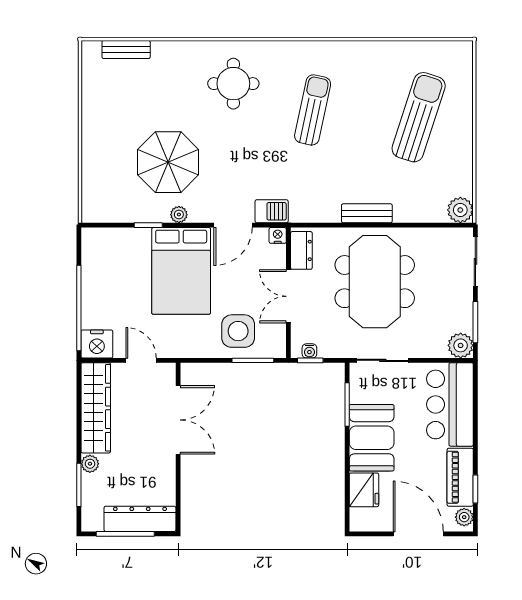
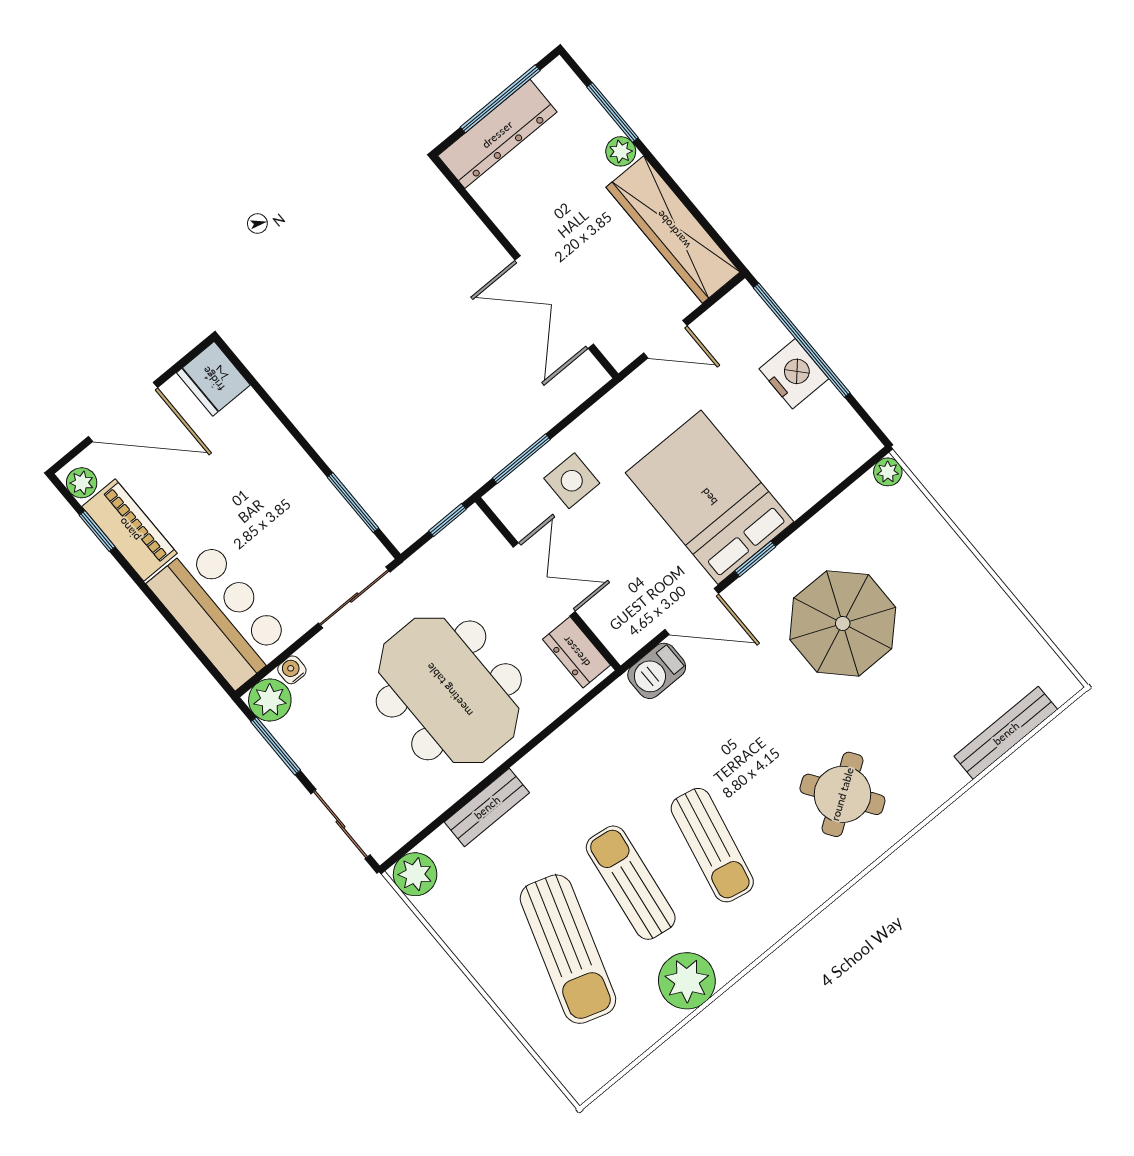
bench: (126, 50) -> (1006, 733), width x1.36
plant: (376, 57) -> (687, 981), added
round table: (233, 84) -> (842, 794), turned -34
sun lounger: (364, 124) -> (631, 883), added
bench: (367, 213) -> (487, 807), moved
plant: (179, 215) -> (888, 472), moved
window: (148, 225) -> (755, 559), moved
door: (233, 225) -> (692, 612), swing flipped
nightstand: (278, 235) -> (623, 646), removed
side table: (238, 331) -> (572, 481), width x0.73, depth x0.73
nightstand: (97, 344) -> (794, 374), moved, turned 90
water cooler: (309, 351) -> (292, 670), moved
booth: (372, 438) -> (286, 486), removed
fridge: (364, 490) -> (213, 379), moved

